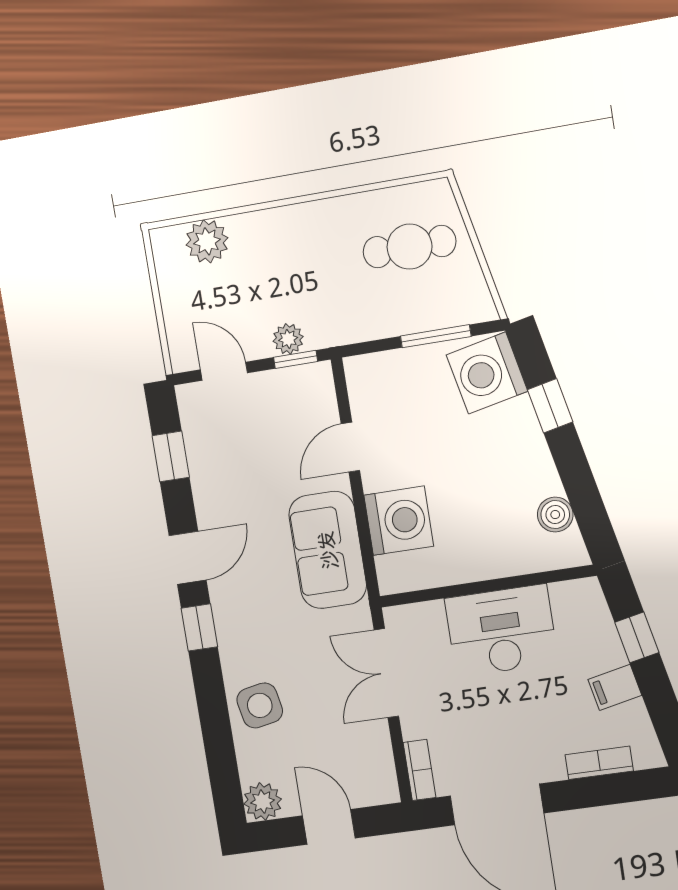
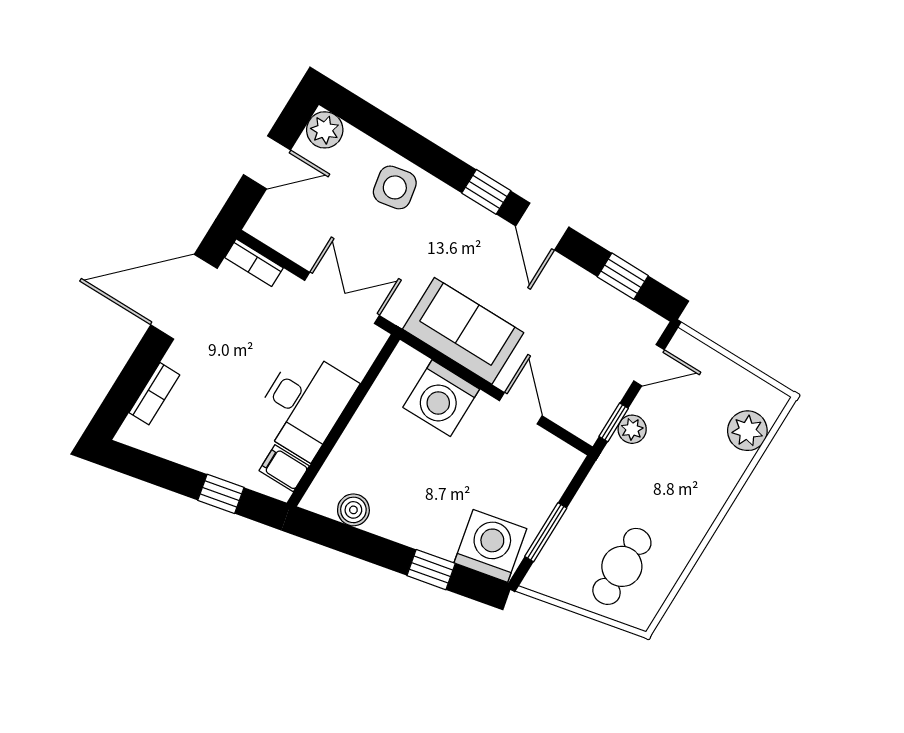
filing cabinet: (615, 687) -> (284, 468), moved, turned -78

